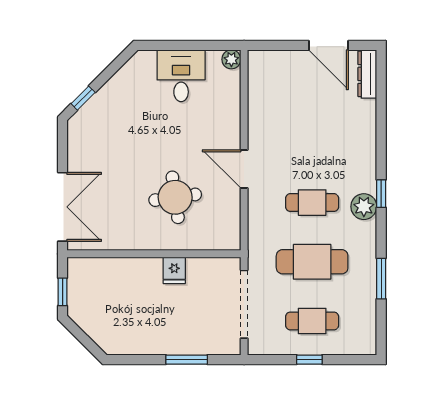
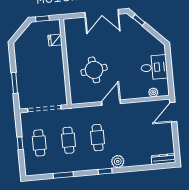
door: (328, 45) -> (173, 112), moved
plant: (231, 59) -> (153, 92), moved
double door: (63, 207) -> (102, 13), moved
plant: (364, 207) -> (118, 161), moved
cafe table: (312, 262) -> (68, 140), width x0.73, depth x0.74
fridge: (174, 270) -> (55, 40), moved

